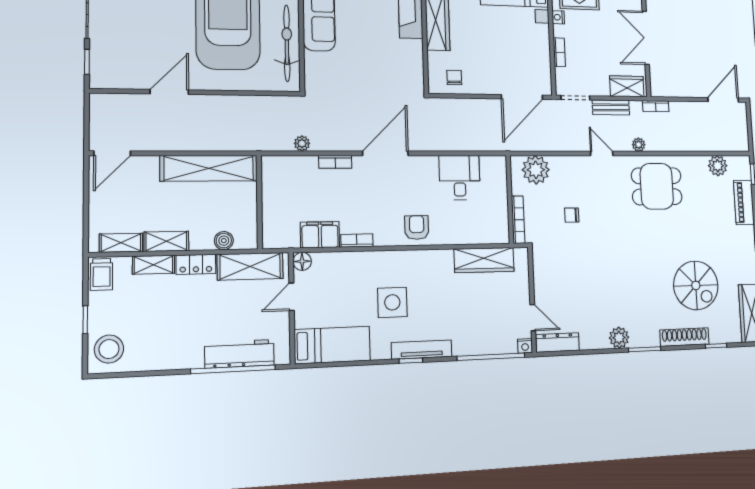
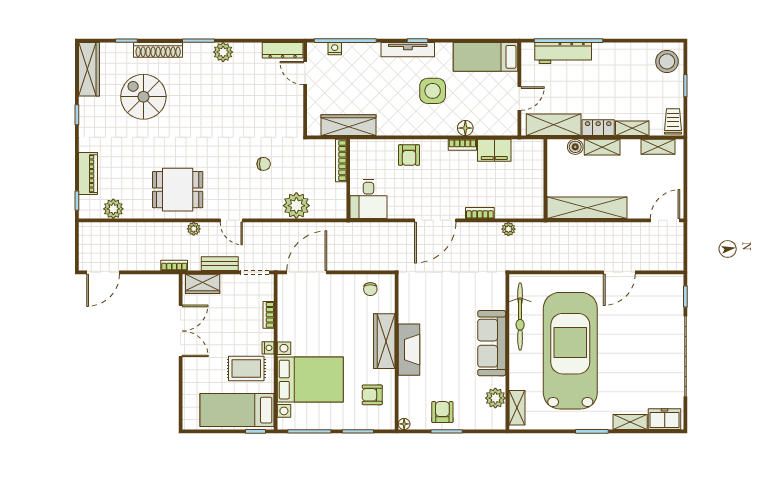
wall: (510, 199) -> (348, 179), moved
bookcase: (518, 220) -> (341, 161), moved
shelving: (166, 241) -> (602, 147), moved
floor lamp: (302, 261) -> (465, 128), moved
nightstand: (525, 346) -> (335, 49), moved

